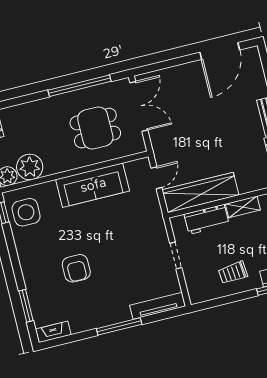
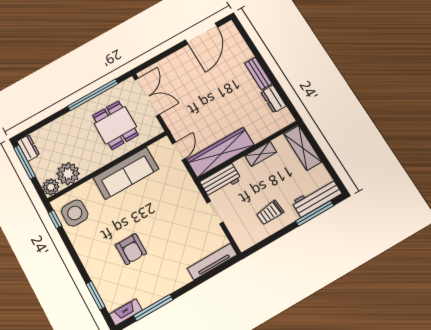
dining table: (95, 128) -> (115, 125), turned 90
workbench: (207, 219) -> (221, 181), moved
window: (119, 326) -> (153, 308), moved

